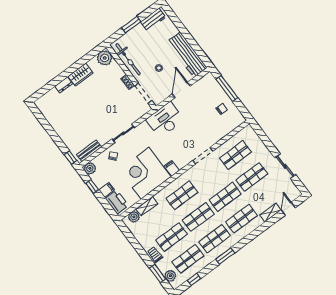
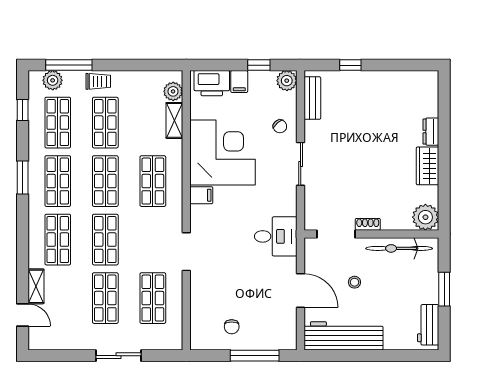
desk: (165, 120) -> (276, 236), width x0.73
window: (70, 157) -> (350, 65), moved
sliding door: (285, 166) -> (119, 356), moved
window: (158, 274) -> (69, 65), width x1.44

